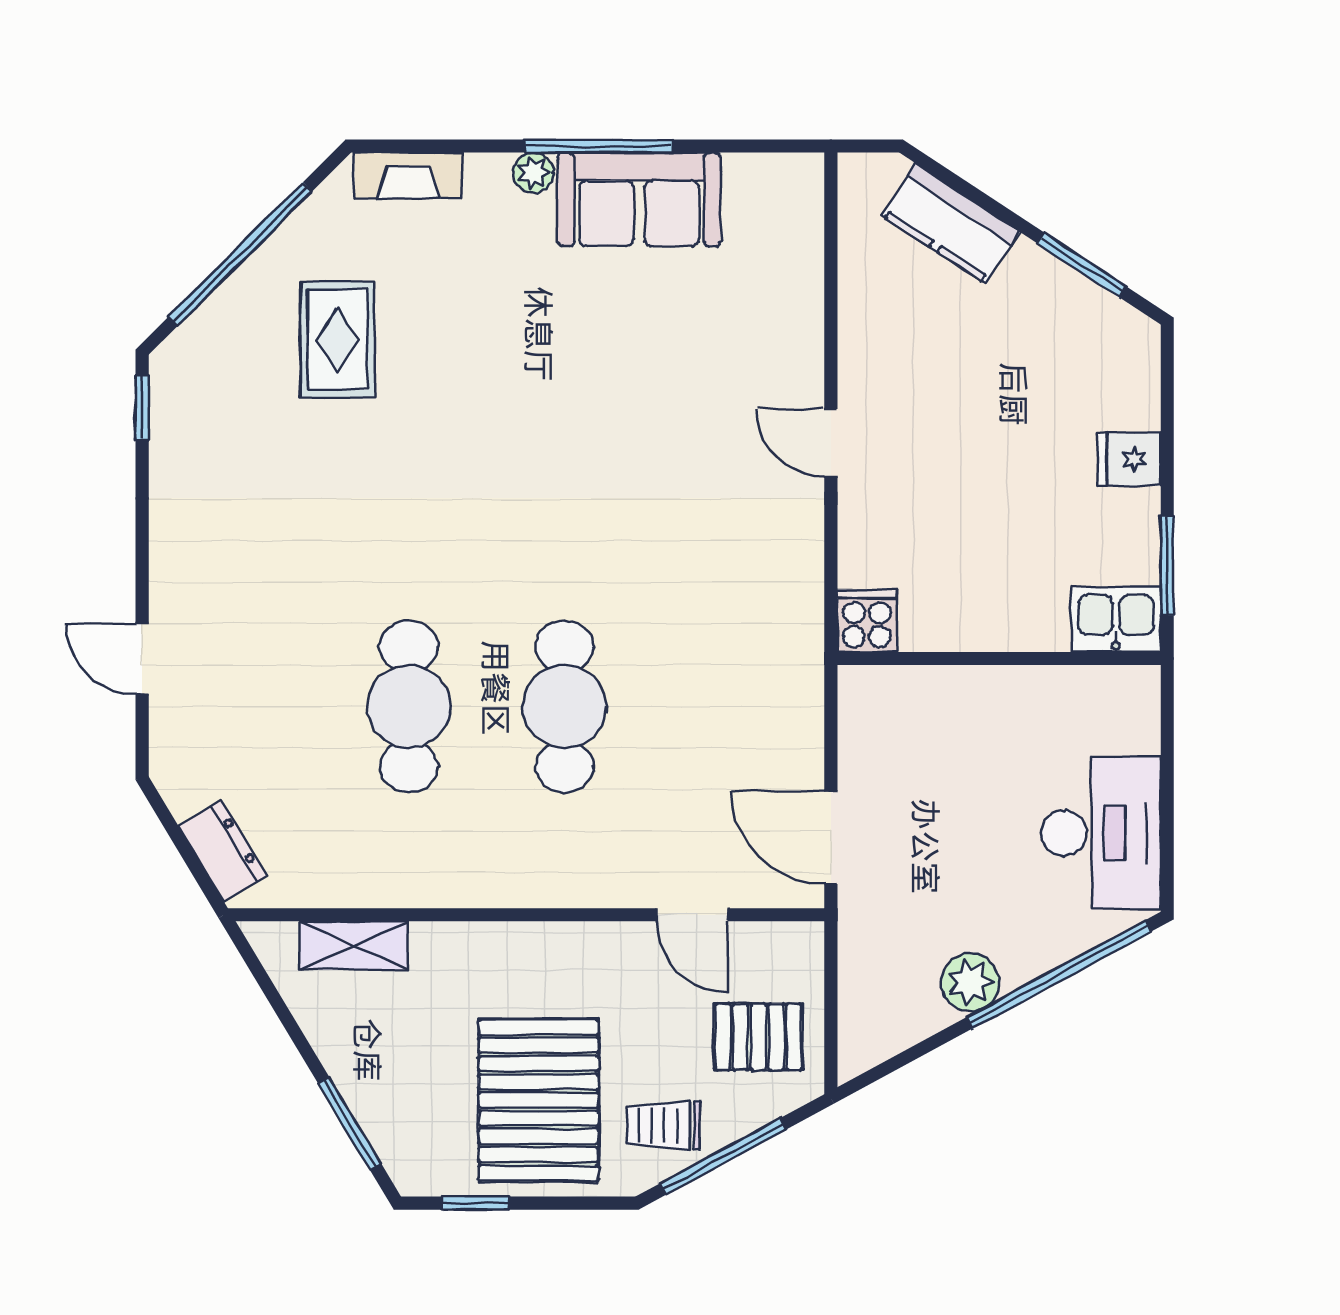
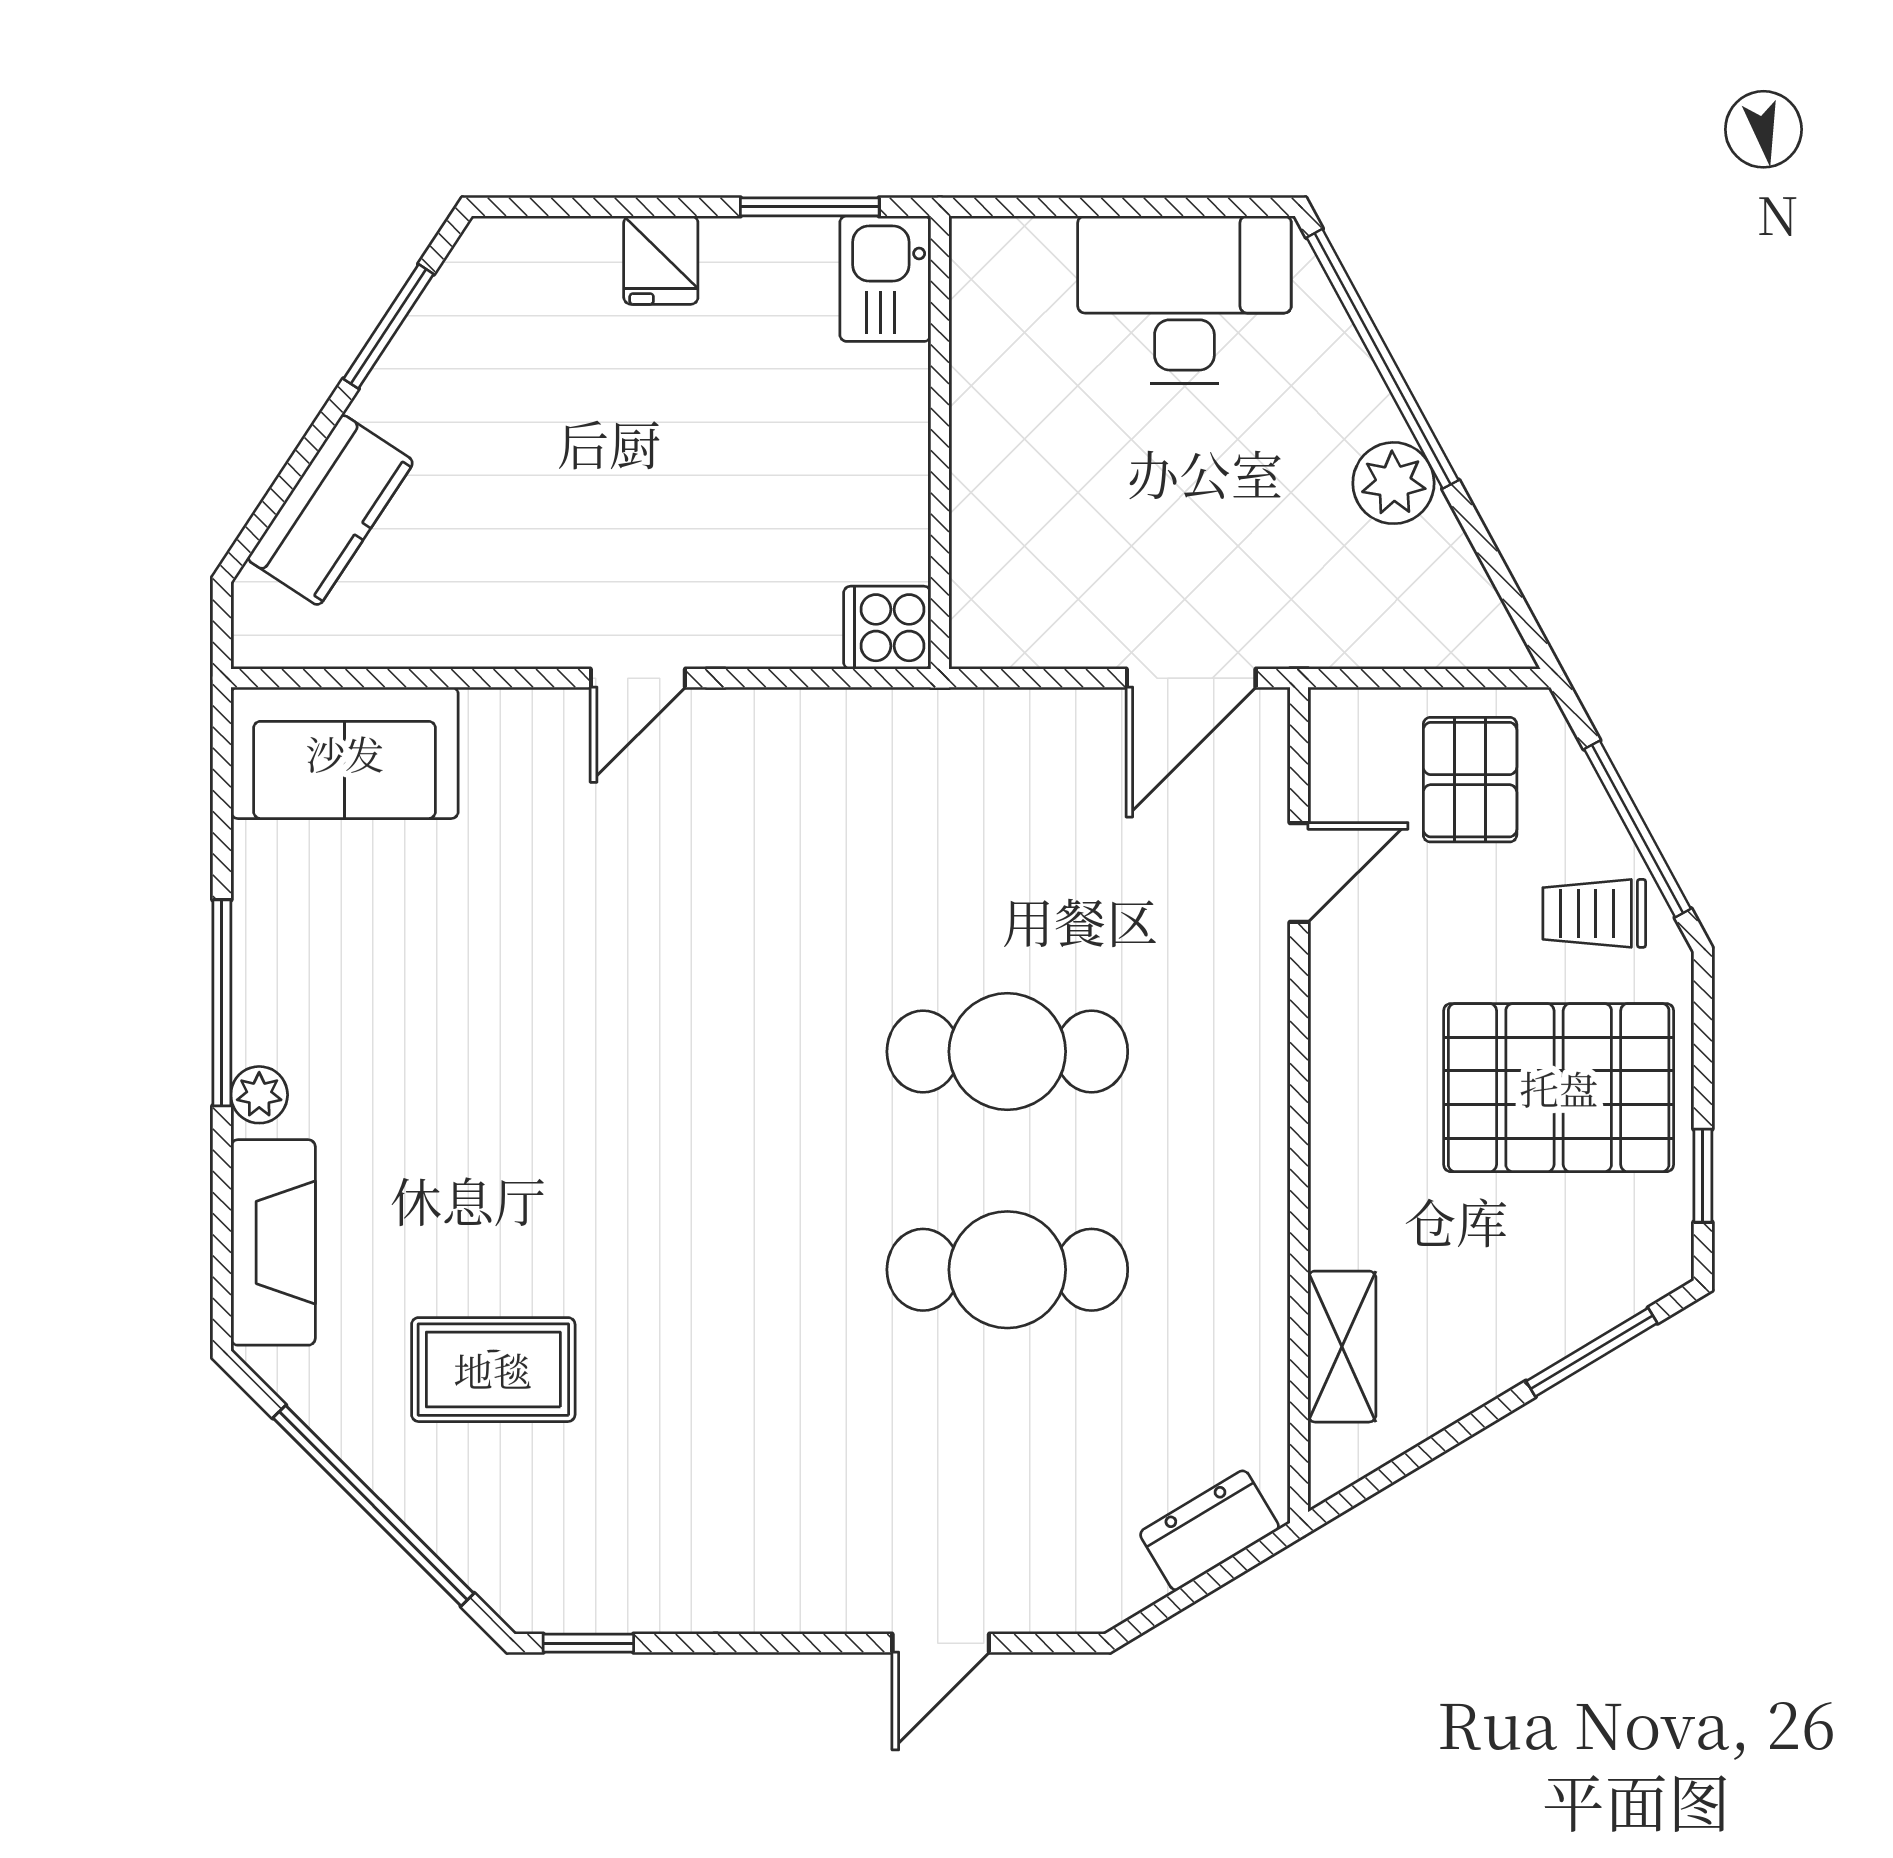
fireplace: (408, 175) -> (273, 1242), width x1.37, depth x1.32
sofa: (639, 199) -> (345, 753), moved, turned 90
trolley: (663, 1125) -> (1594, 913), turned 90

